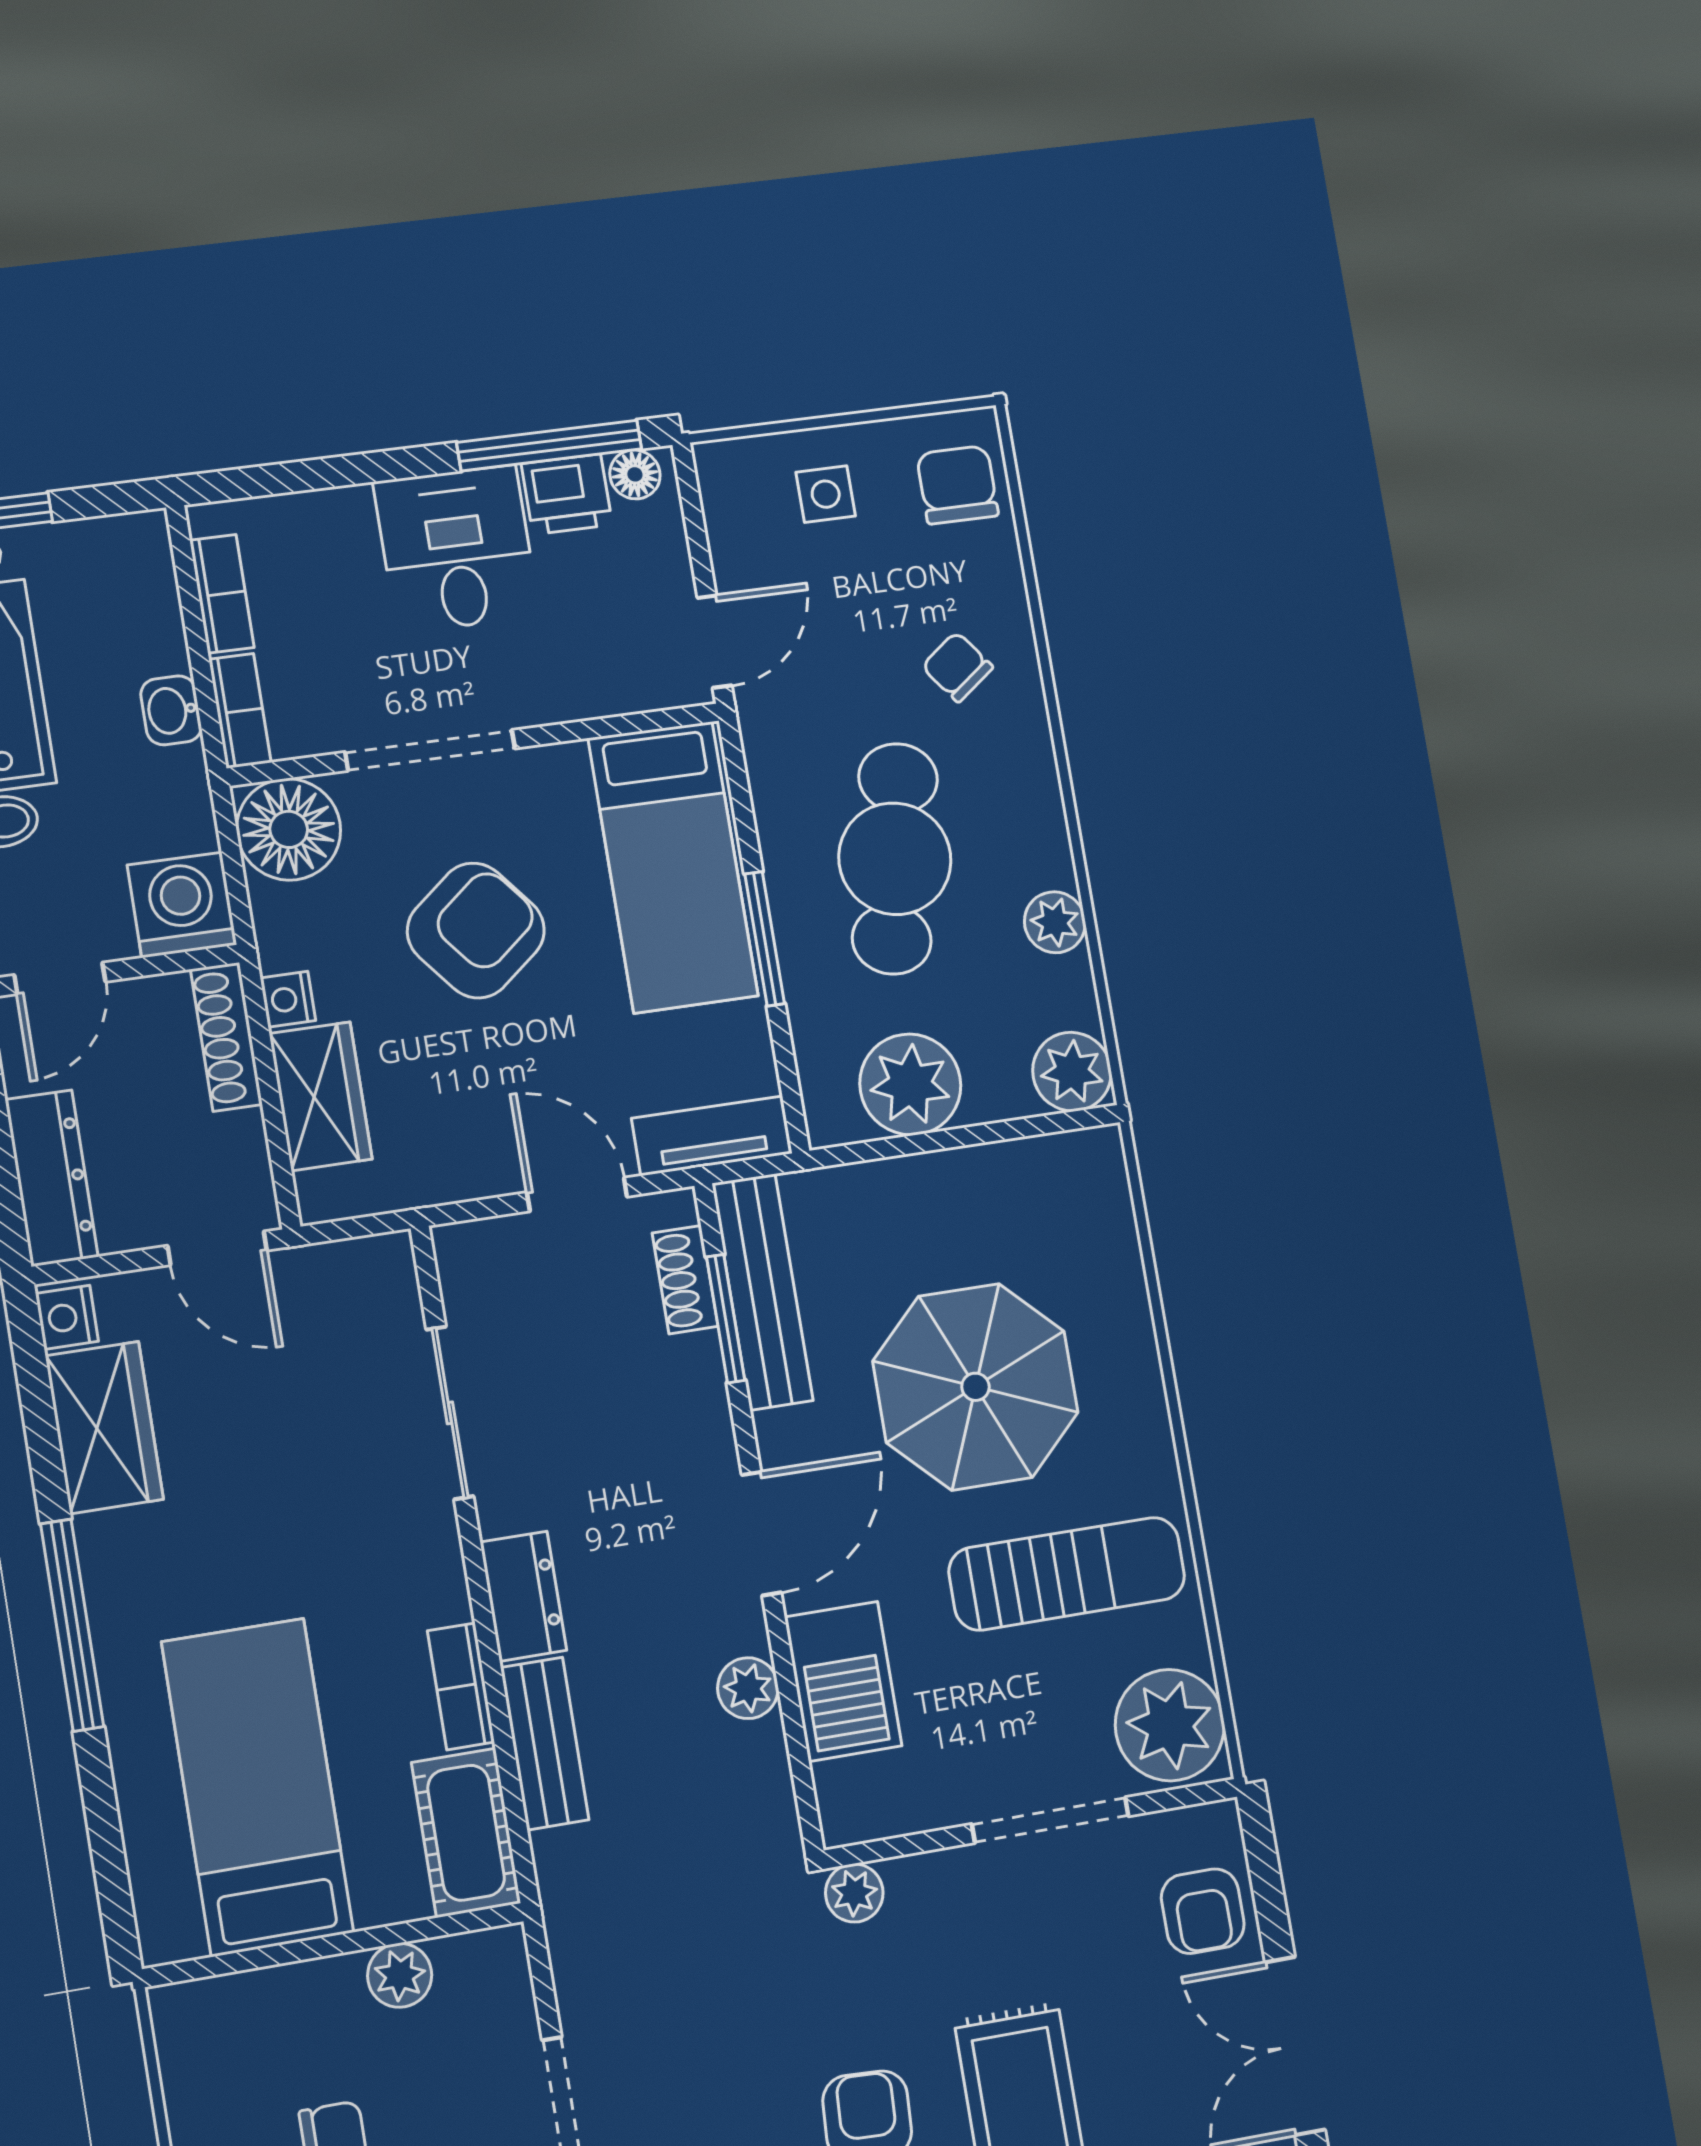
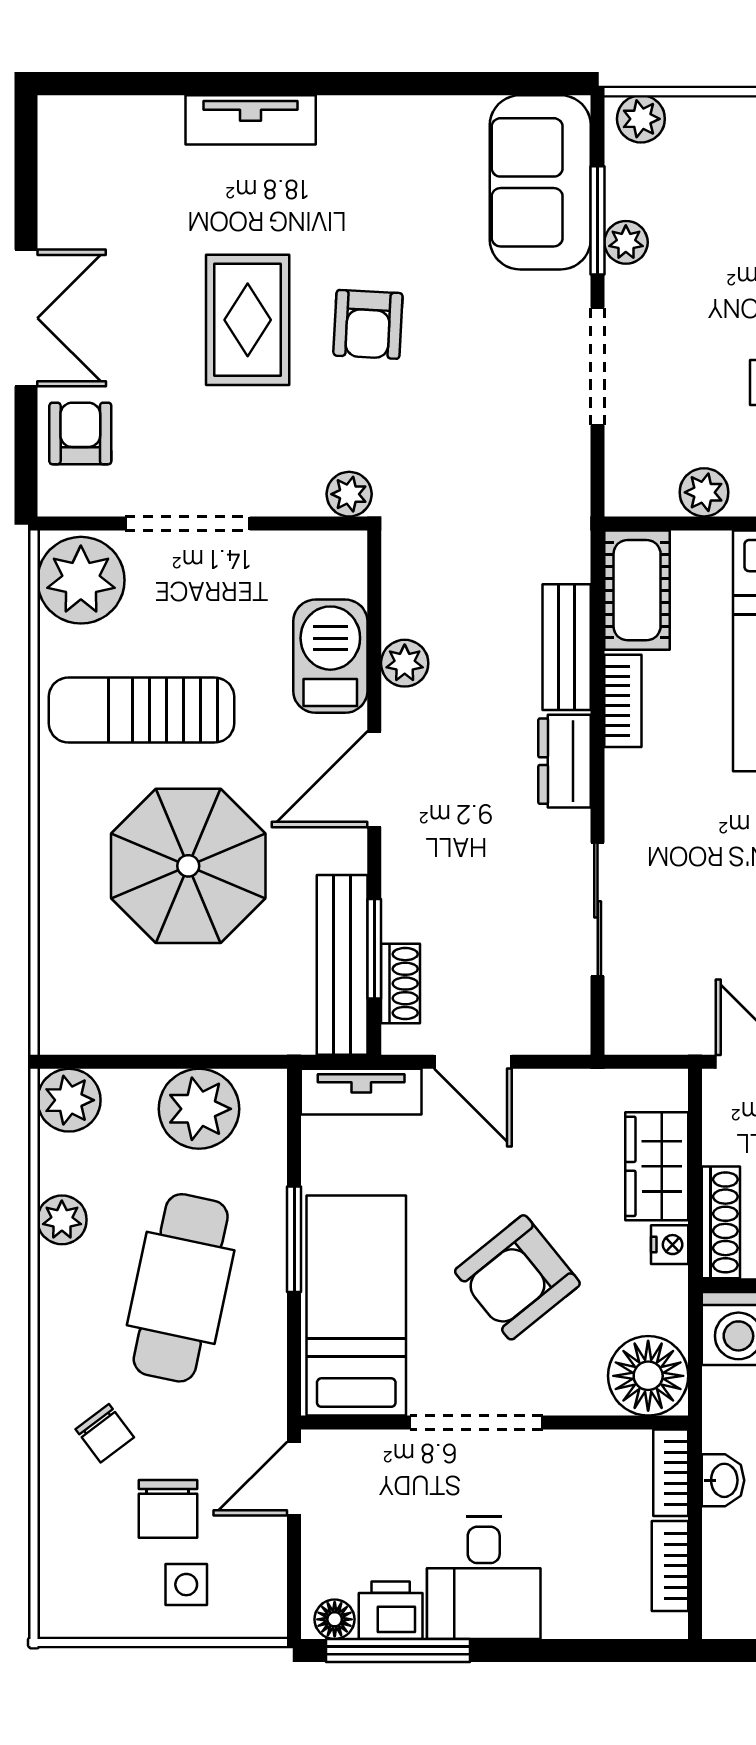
chair: (957, 485) -> (168, 1509), moved
doorway: (430, 750) -> (476, 1423), moved

